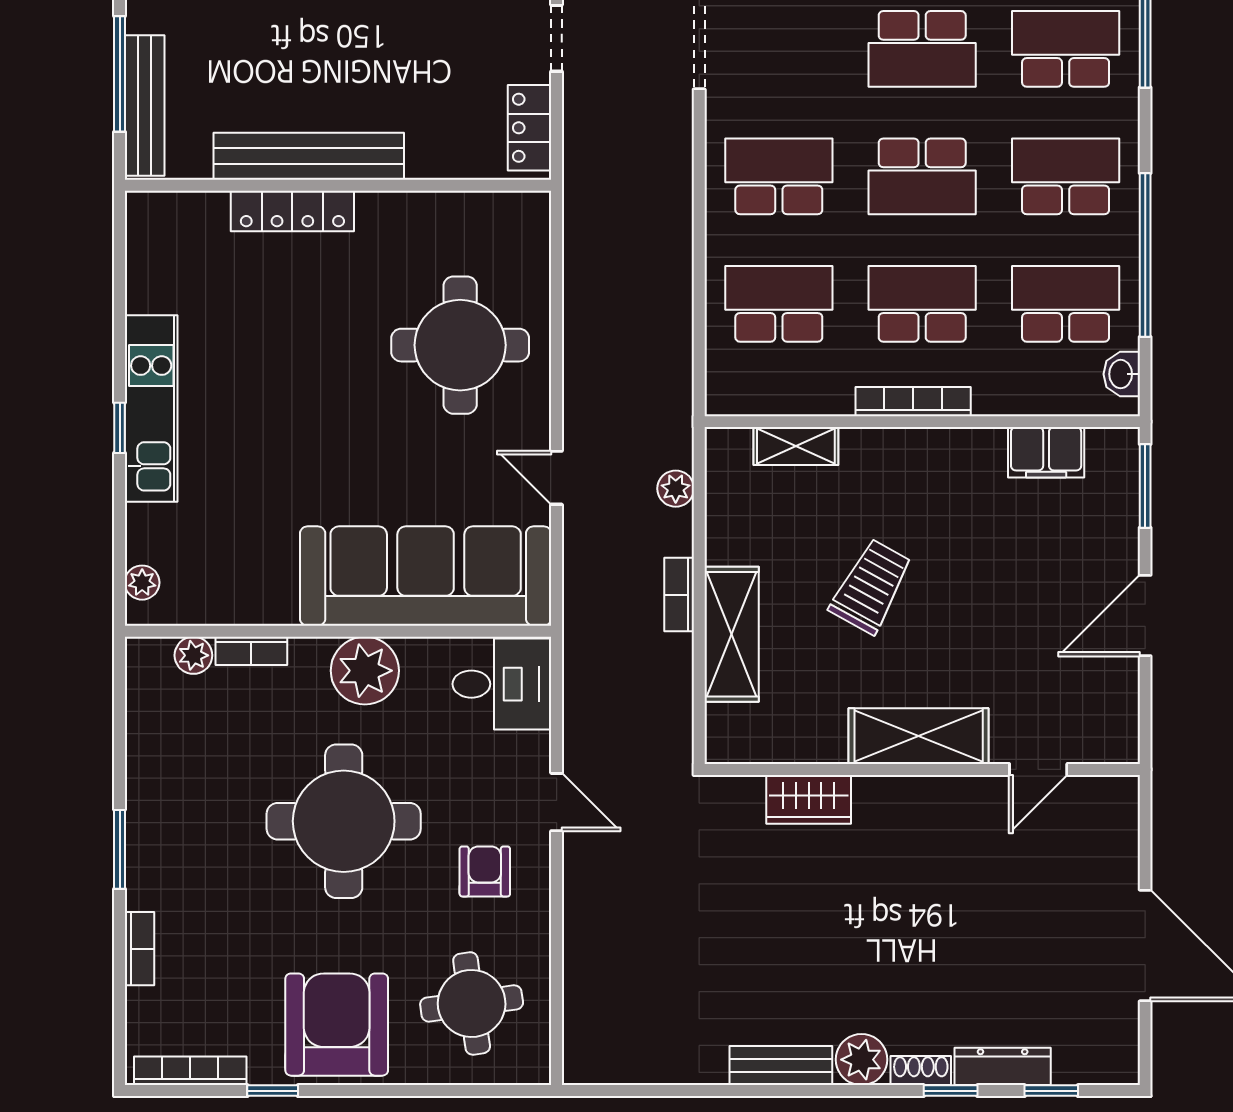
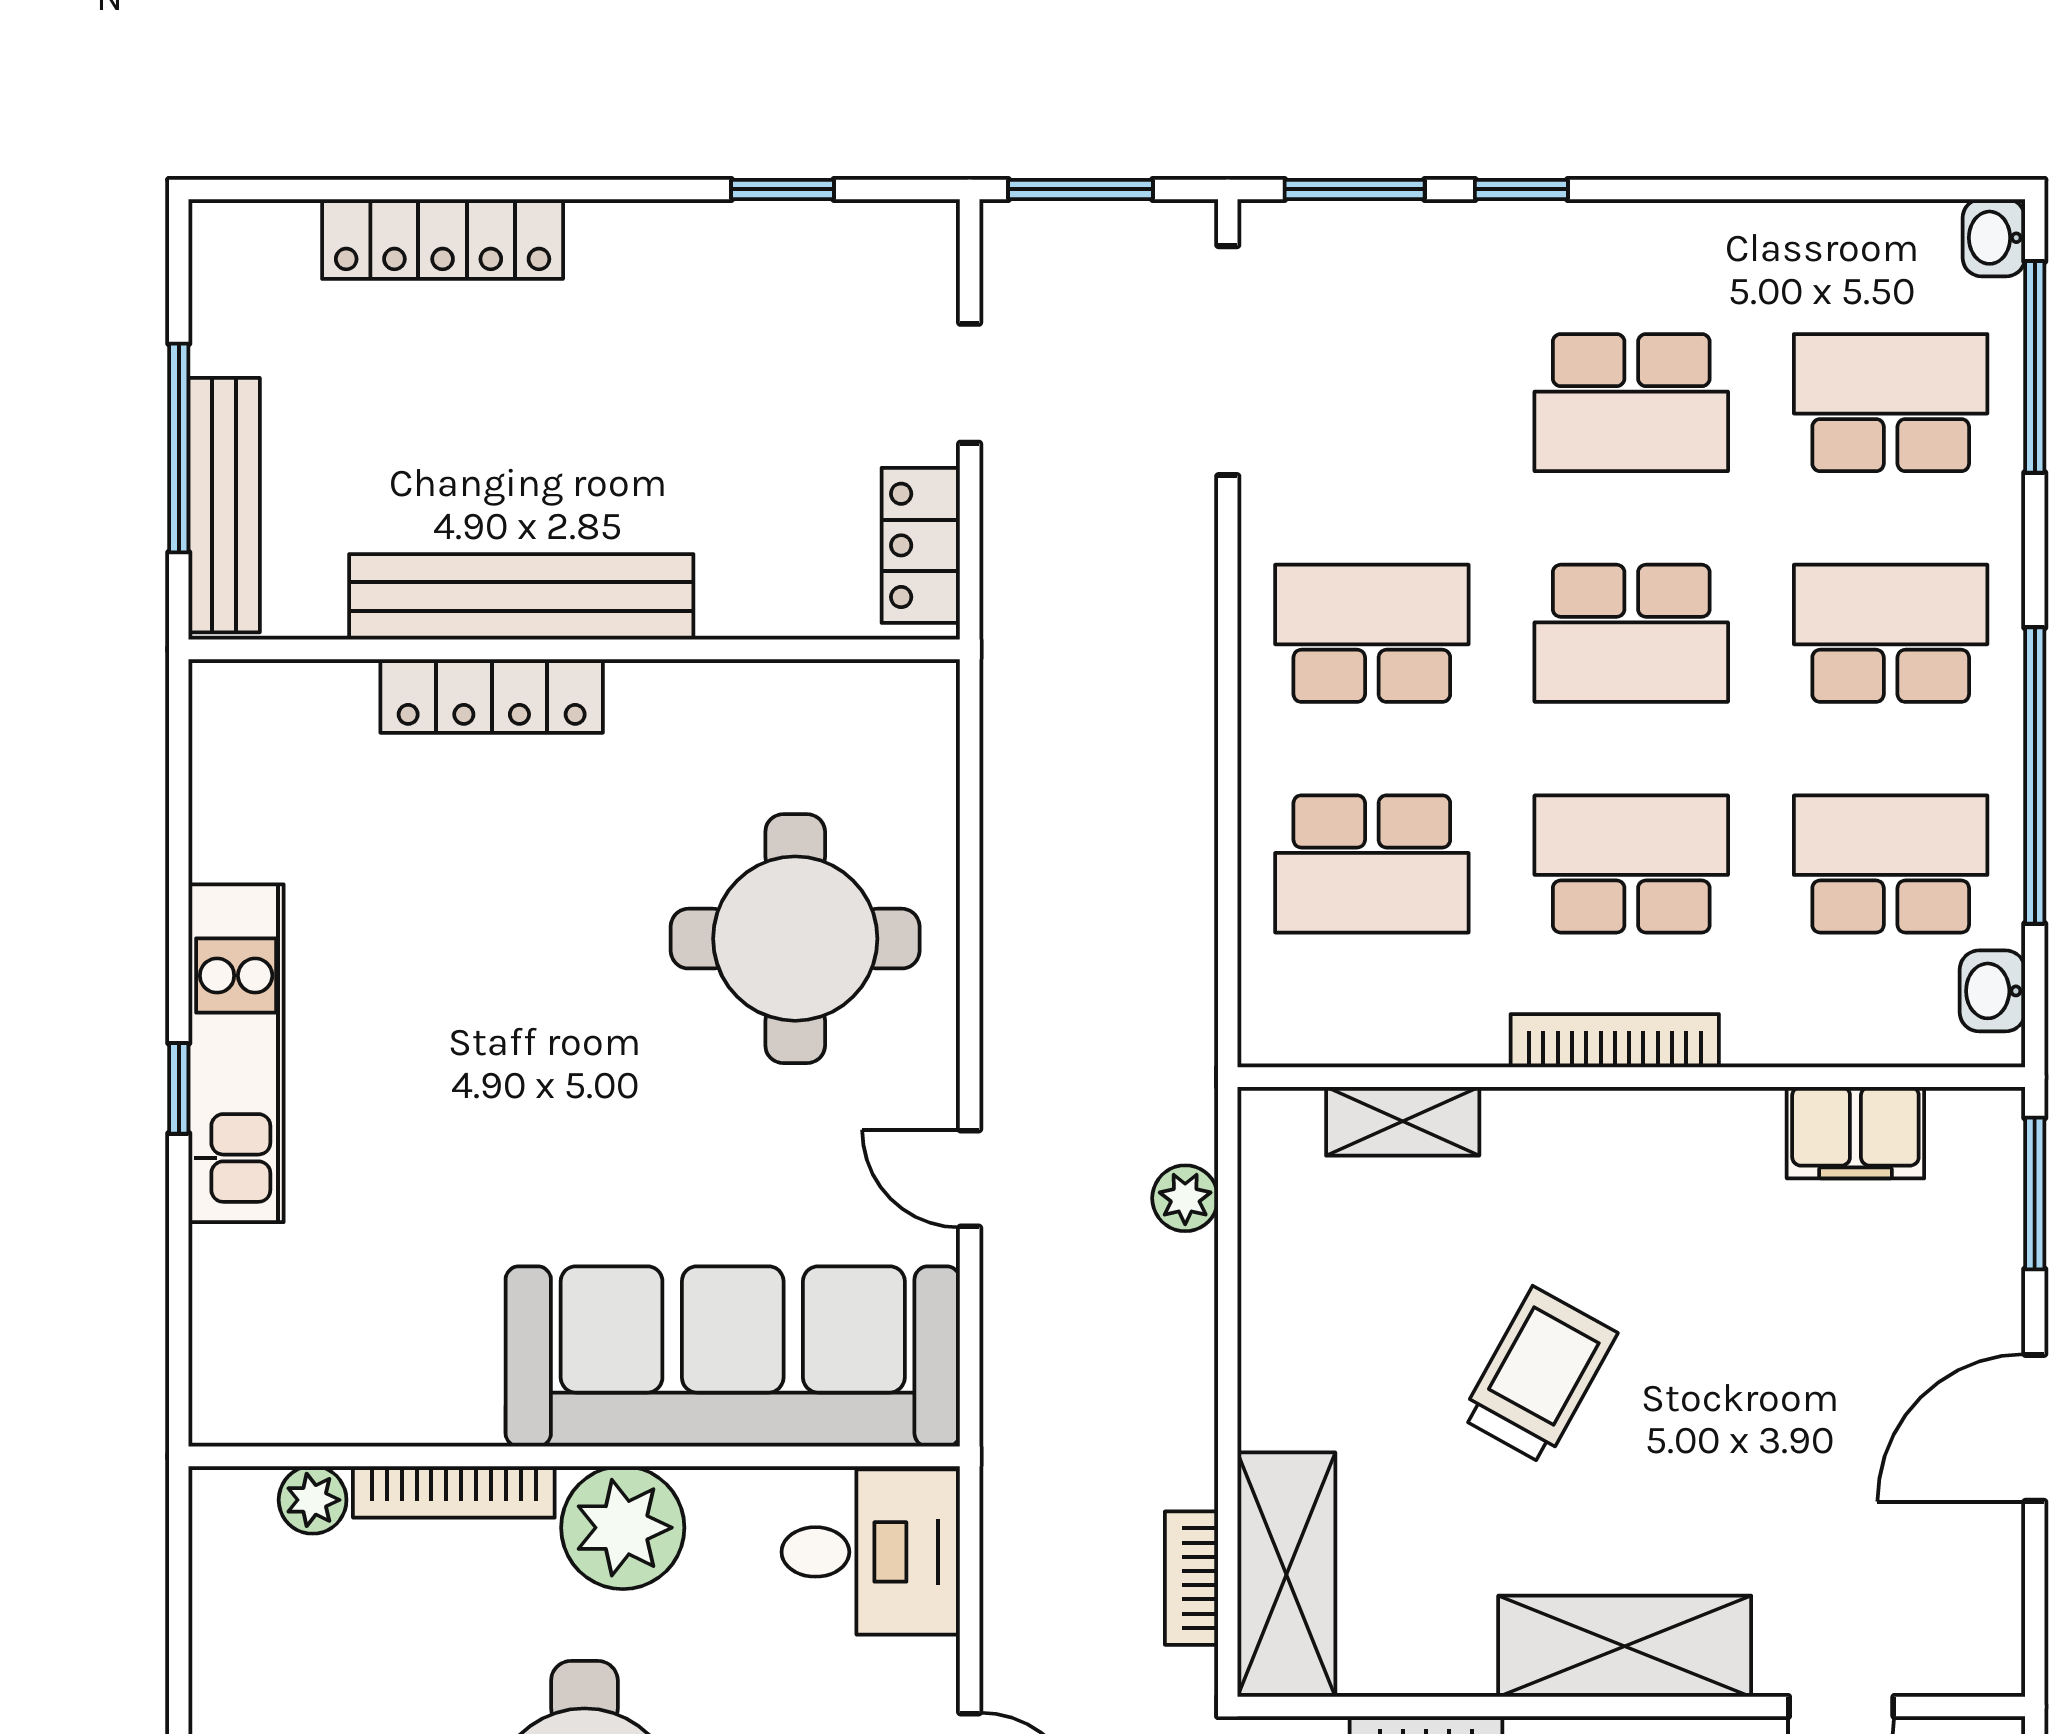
school desk: (779, 304) -> (1372, 864), turned 180
plant: (142, 583) -> (220, 1368), removed
bookcase: (679, 595) -> (1191, 1578), moved
shelving: (732, 634) -> (1286, 1575), moved
bookcase: (251, 651) -> (454, 1492), width x1.56

